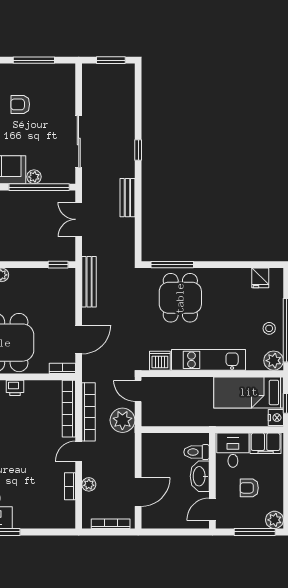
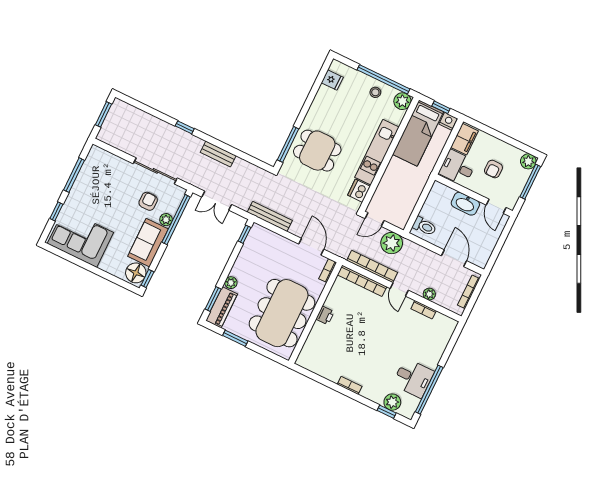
armchair: (20, 104) -> (148, 201), moved, turned 180
toilet: (197, 452) -> (424, 226), moved, turned -90

